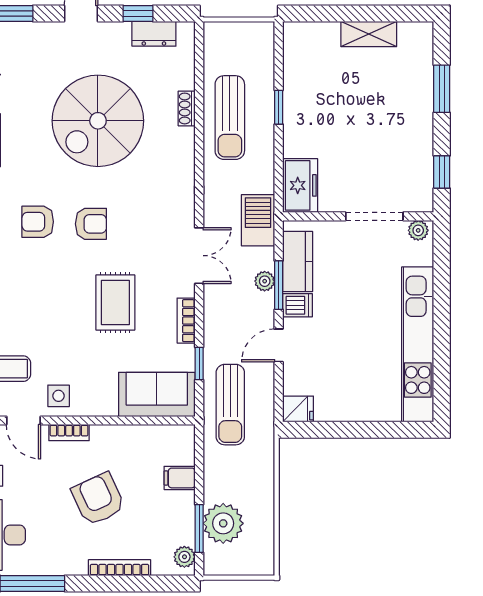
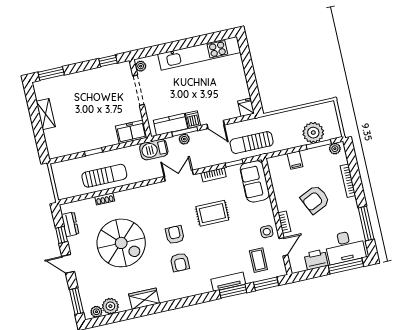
window: (442, 89) -> (51, 74), moved
sun lounger: (230, 405) -> (252, 143), turned 180

